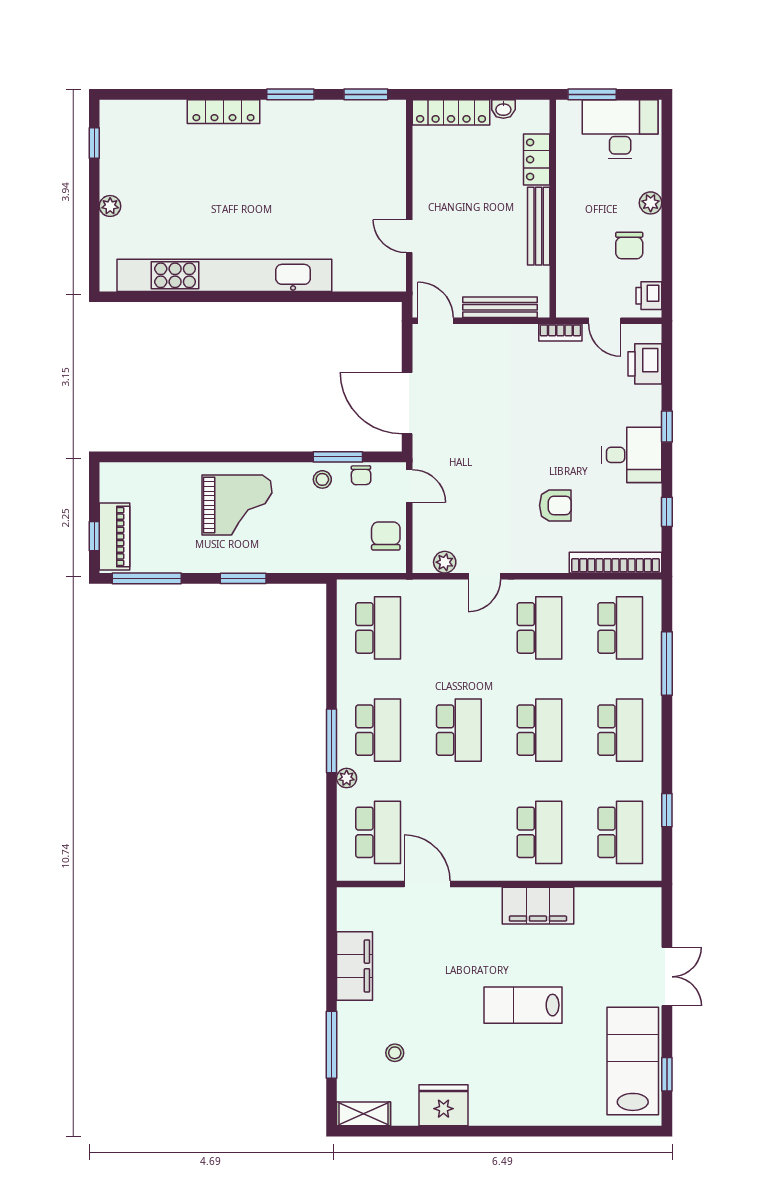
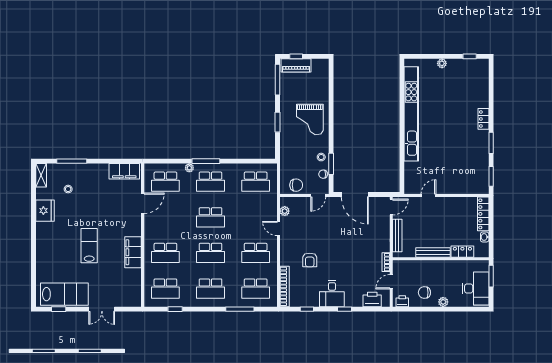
locker: (223, 112) -> (484, 119), width x0.66
door: (407, 403) -> (355, 195), swing flipped
filing cabinet: (355, 966) -> (124, 171), moved

